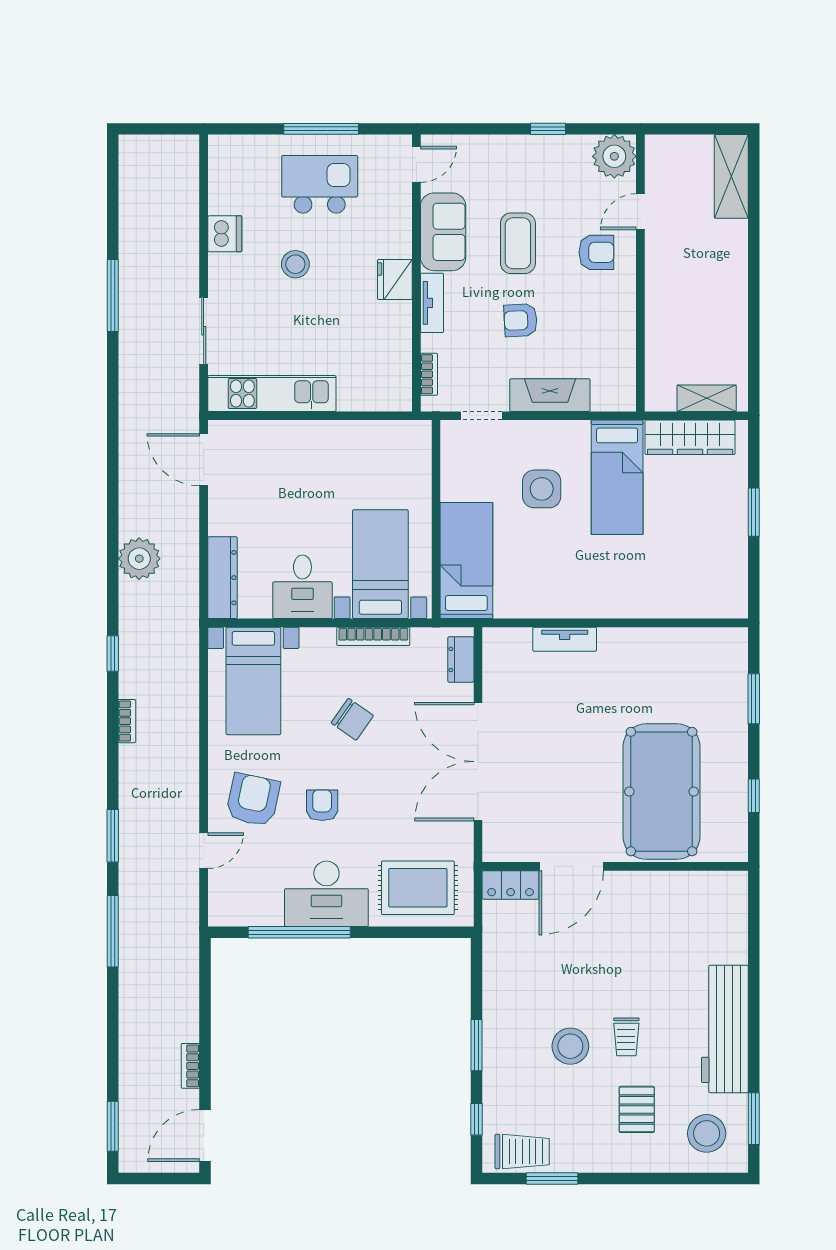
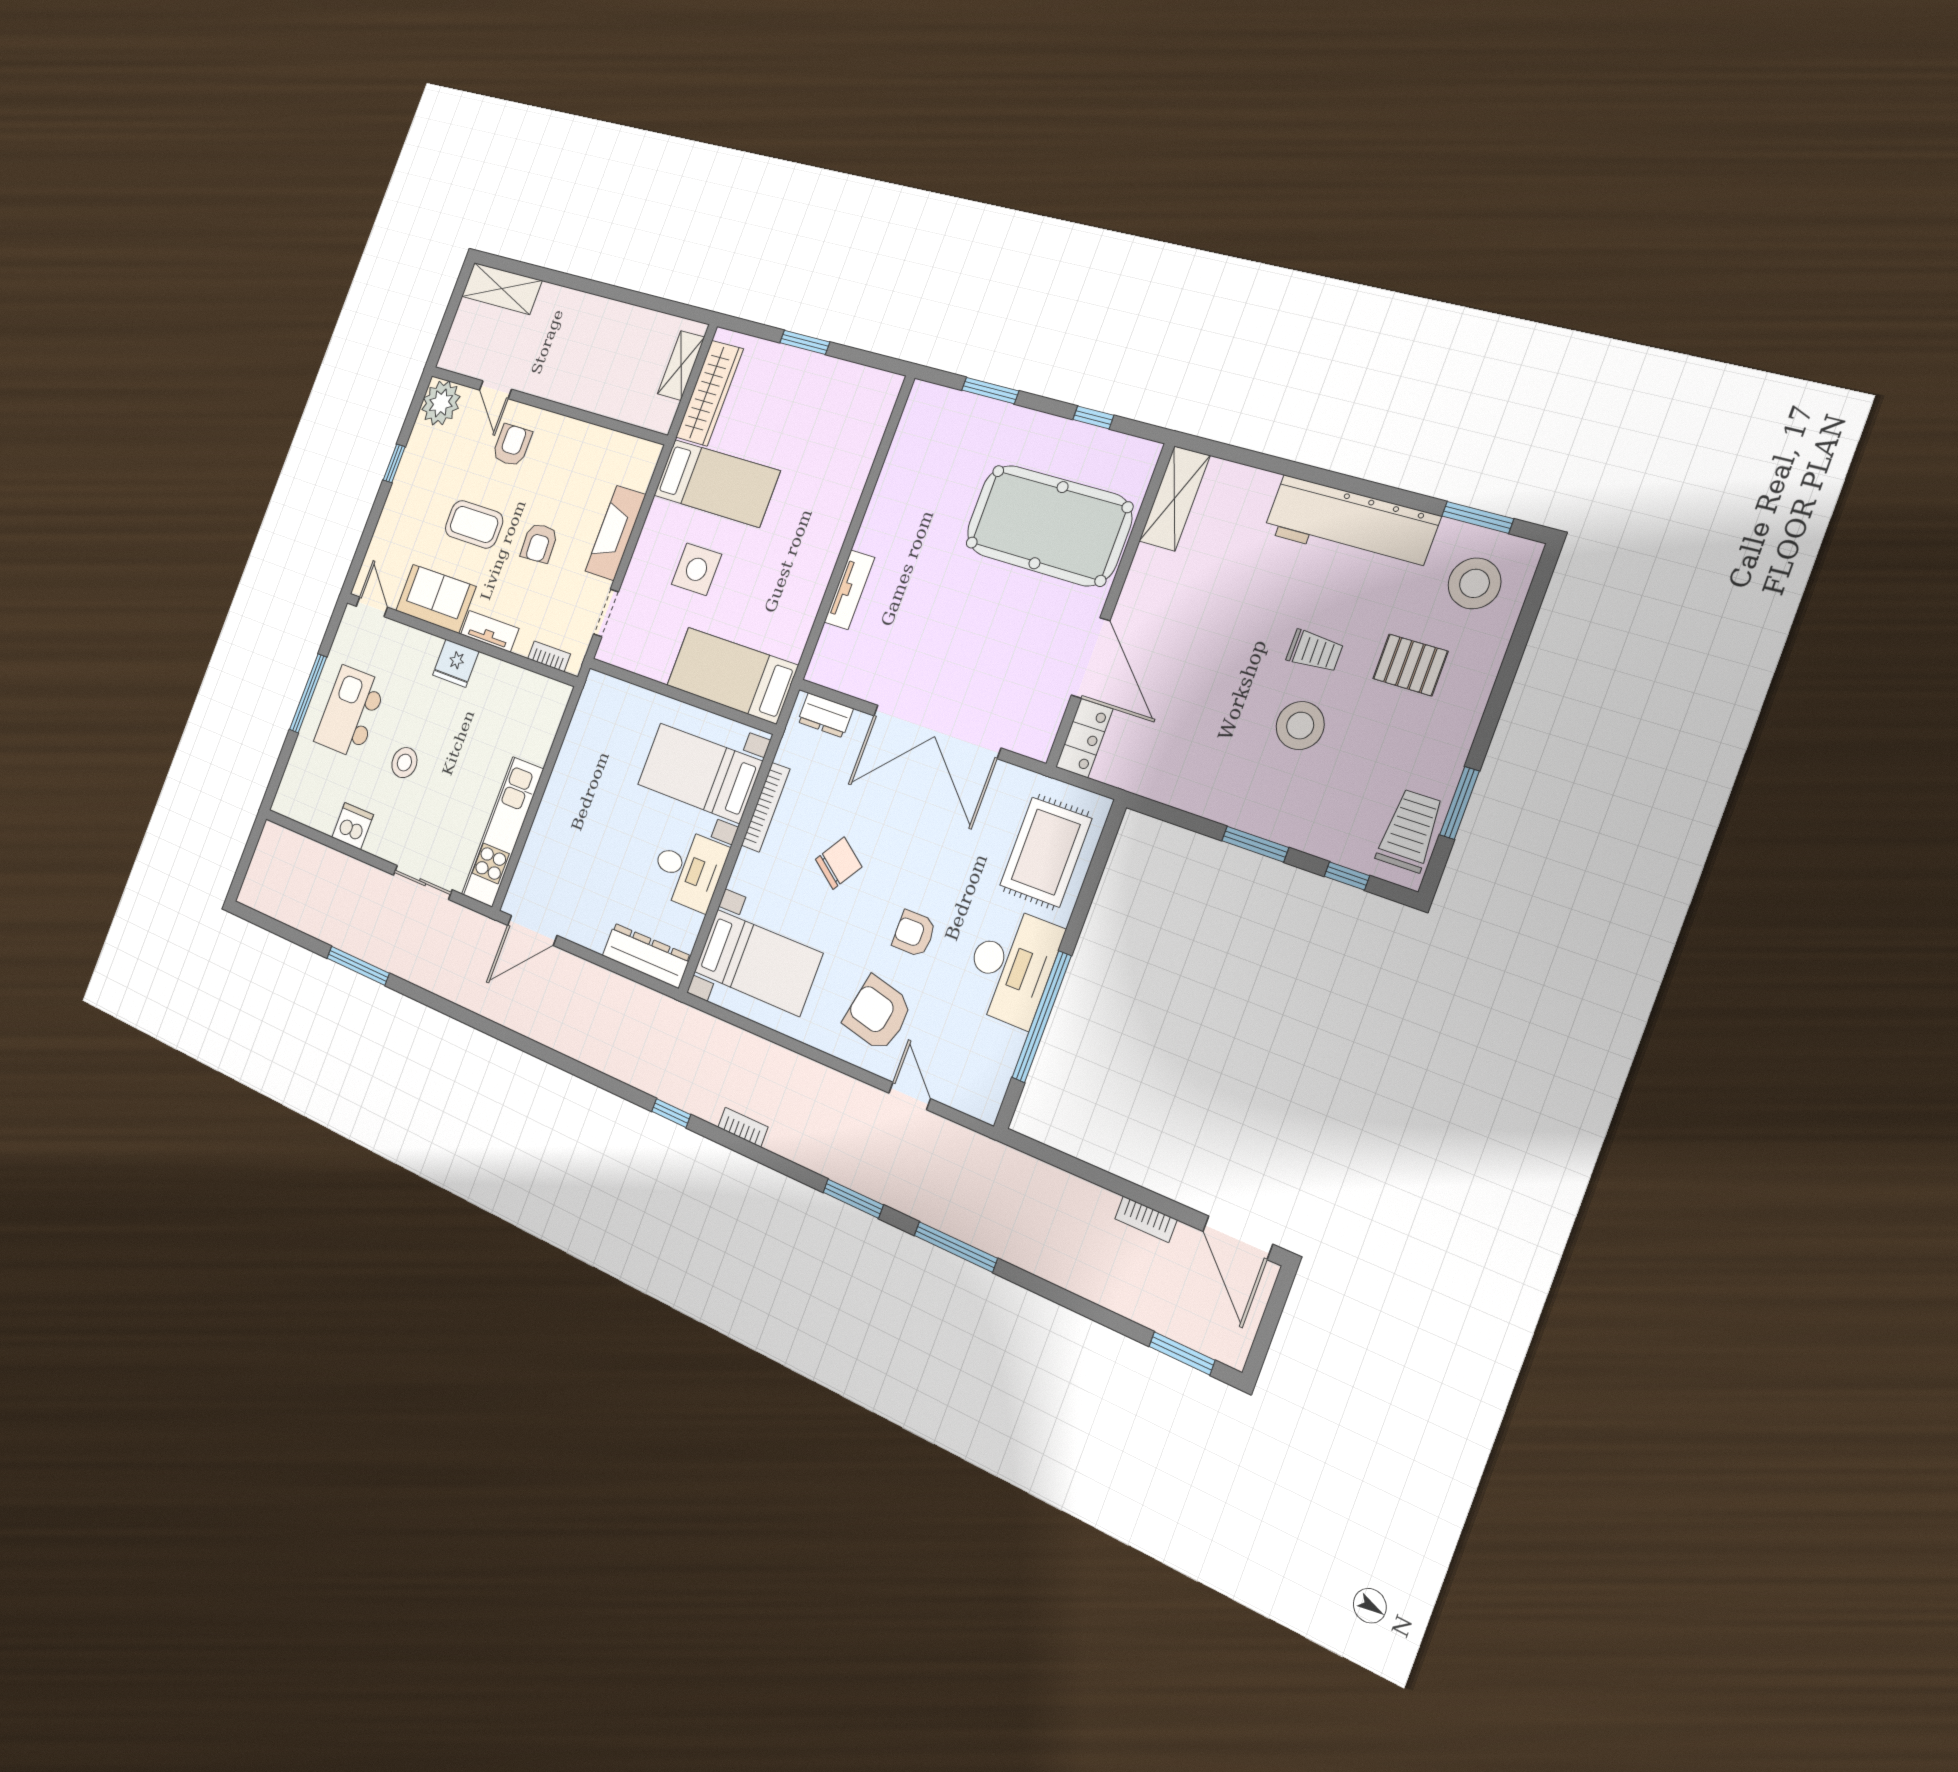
plant: (139, 559) -> (594, 1042), removed
shelving: (709, 886) -> (1175, 498), added

